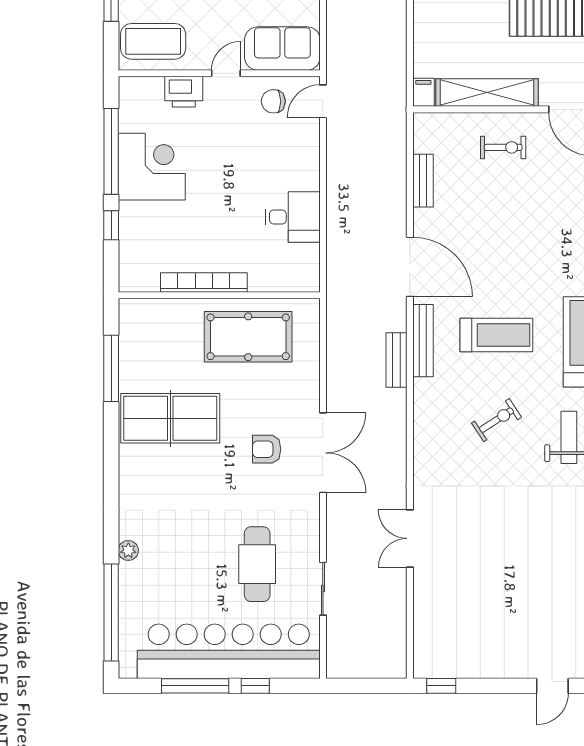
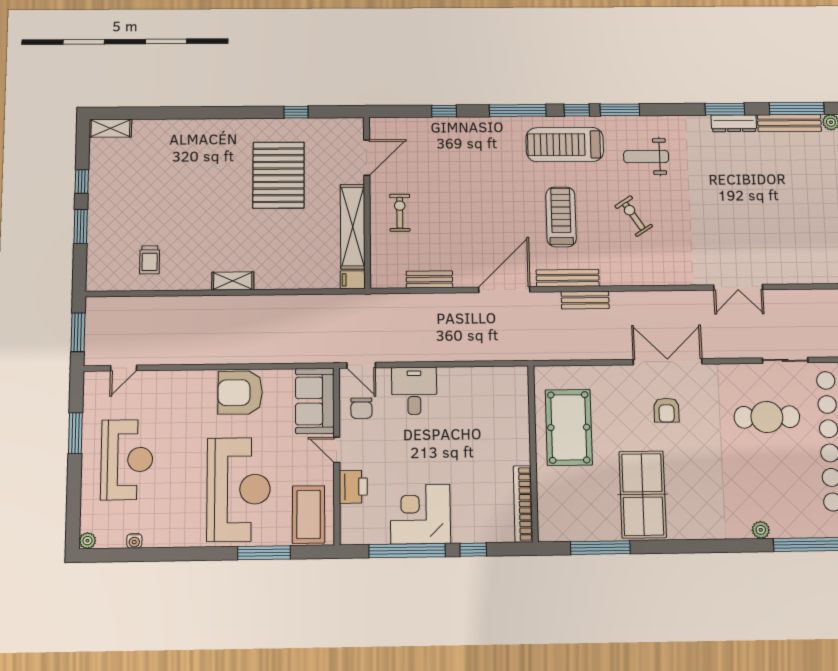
desk: (293, 217) -> (414, 391), moved
bookcase: (204, 283) -> (523, 504), moved

